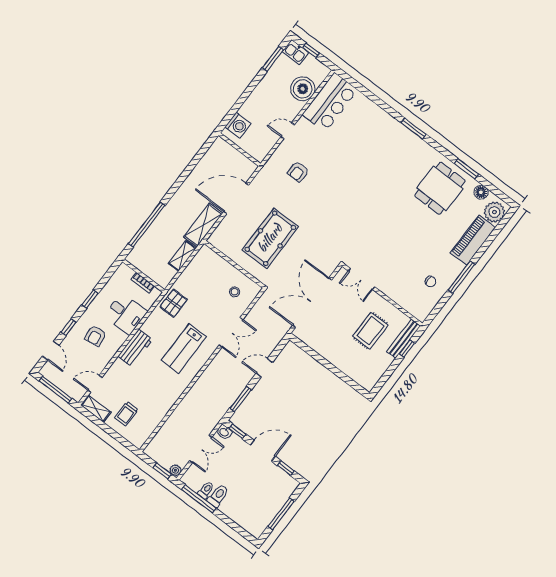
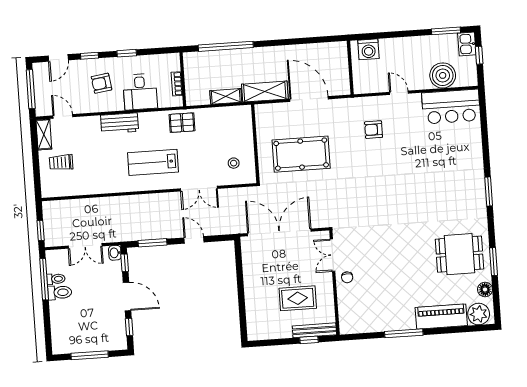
chair: (431, 282) -> (347, 277), moved
plant: (175, 470) -> (50, 241), removed

